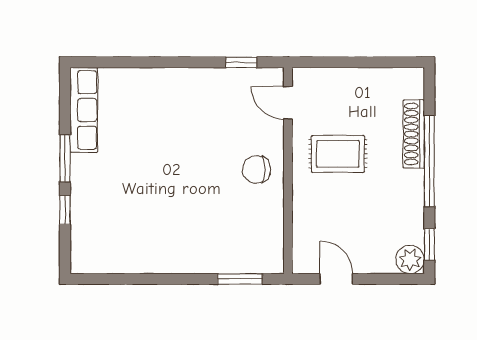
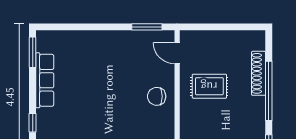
window: (241, 62) -> (147, 27), width x1.50
row of seats: (84, 110) -> (45, 80), moved
window: (65, 158) -> (33, 52), moved

